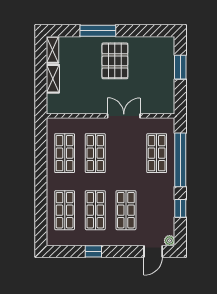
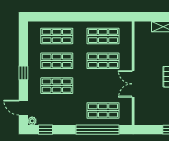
double door: (124, 116) -> (133, 84), swing flipped
window: (180, 208) -> (46, 130), moved
window: (93, 251) -> (23, 73), moved

